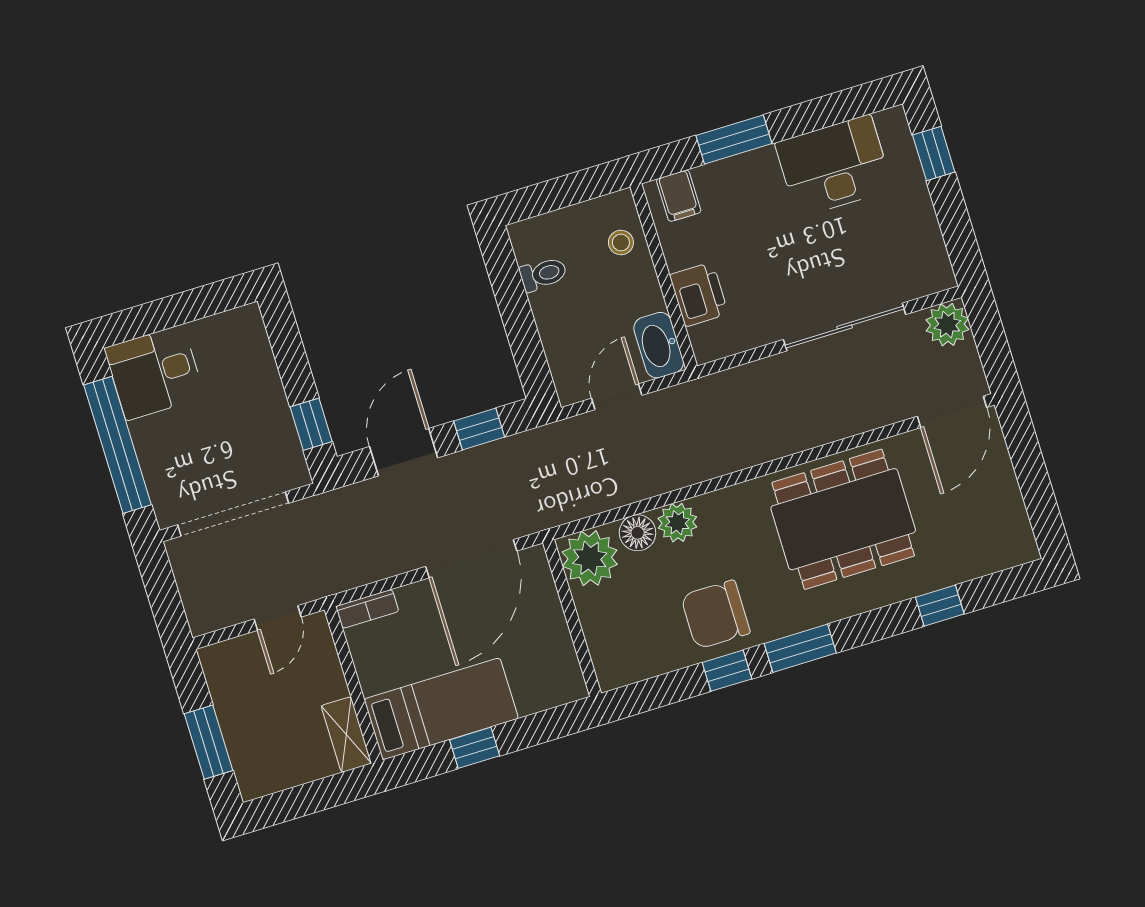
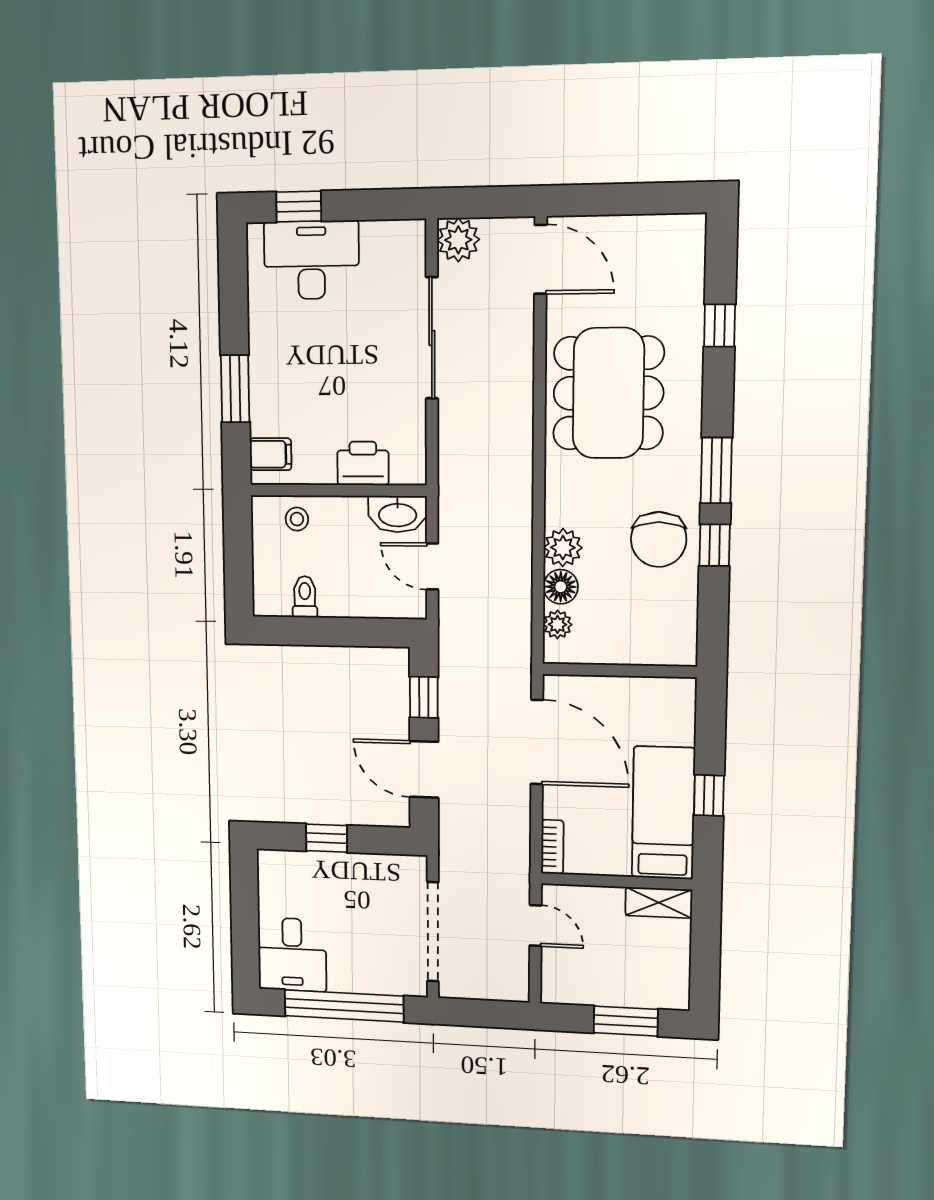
desk: (834, 166) -> (311, 260), moved, turned 90
window: (311, 424) -> (327, 838), moved
plant: (590, 558) -> (557, 624), width x0.53, depth x0.53

